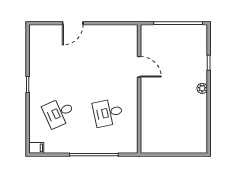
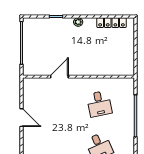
door: (73, 23) -> (22, 118), moved
locker: (202, 127) -> (112, 23), added

